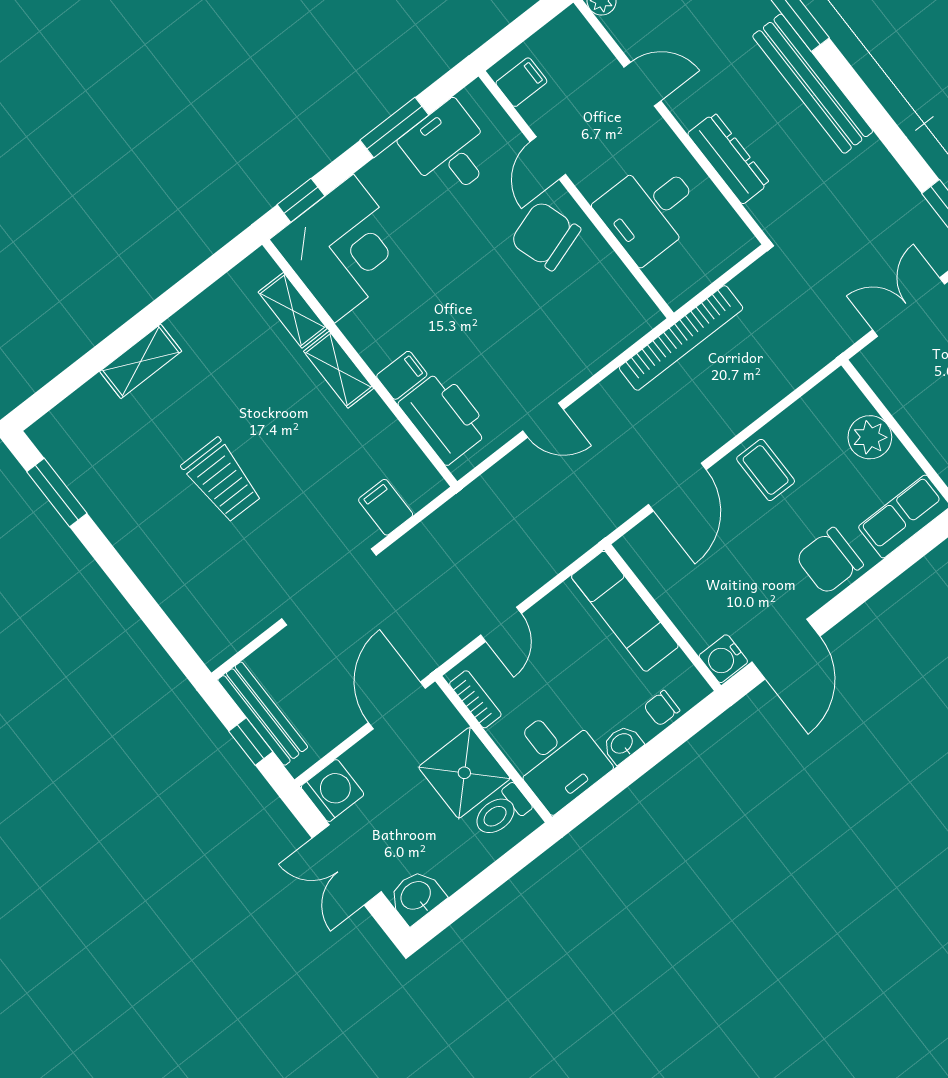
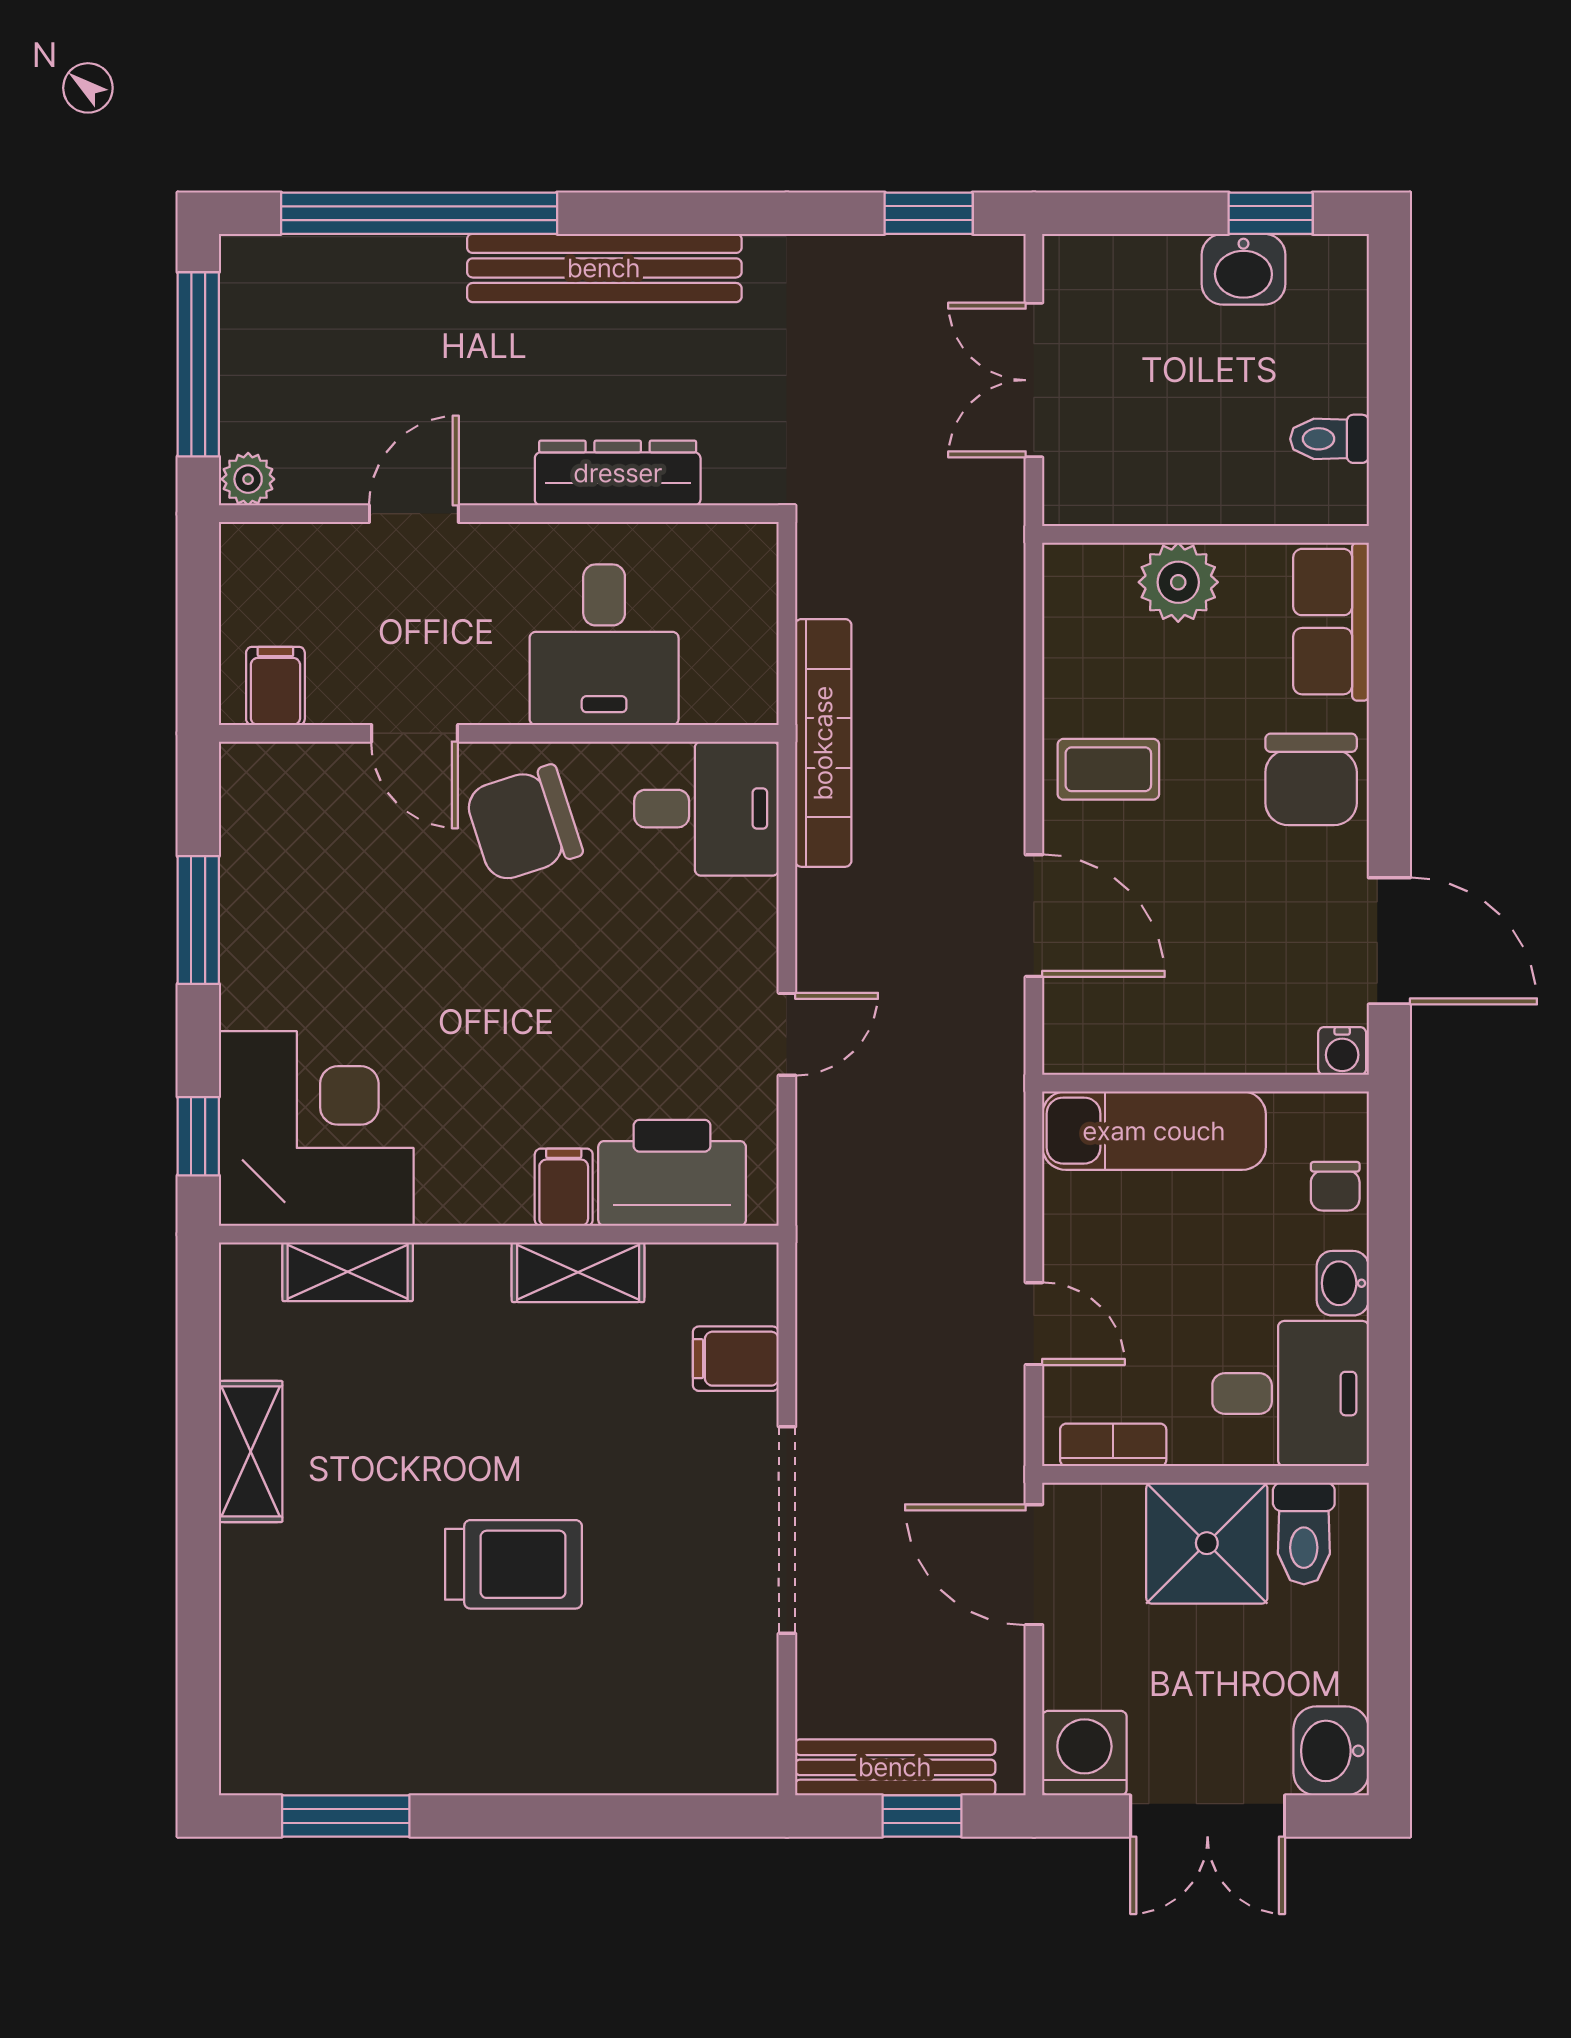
desk: (449, 150) -> (706, 809), moved, turned 180
shelving: (141, 361) -> (251, 1451), moved
shelving: (339, 370) -> (578, 1272), moved
water cooler: (723, 659) -> (1342, 1051), width x0.72, depth x0.72

